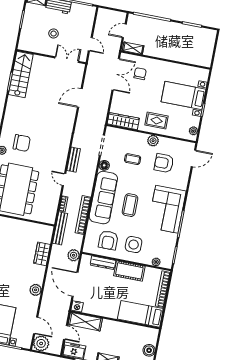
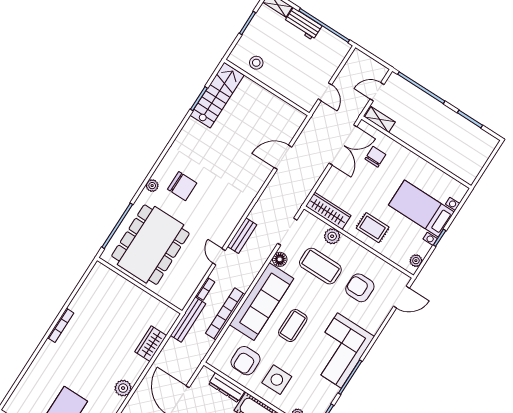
stool: (54, 34) -> (256, 63), moved
double door: (67, 60) -> (286, 100), removed
plant: (153, 141) -> (332, 236), moved
coffee table: (133, 159) -> (320, 266), width x1.86, depth x1.72
plant: (74, 255) -> (192, 362), removed

